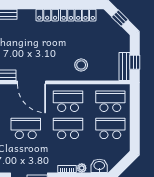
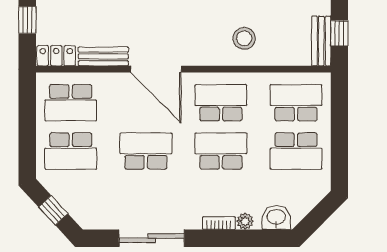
school desk: (110, 128) -> (296, 151), turned 180

